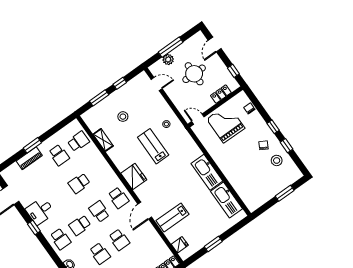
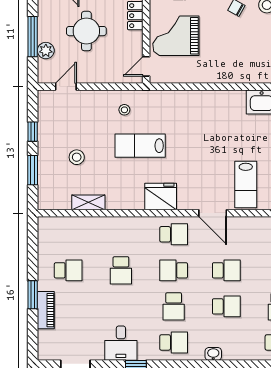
school desk: (78, 141) -> (68, 234), removed
kitchen sink: (207, 172) -> (220, 102), removed

